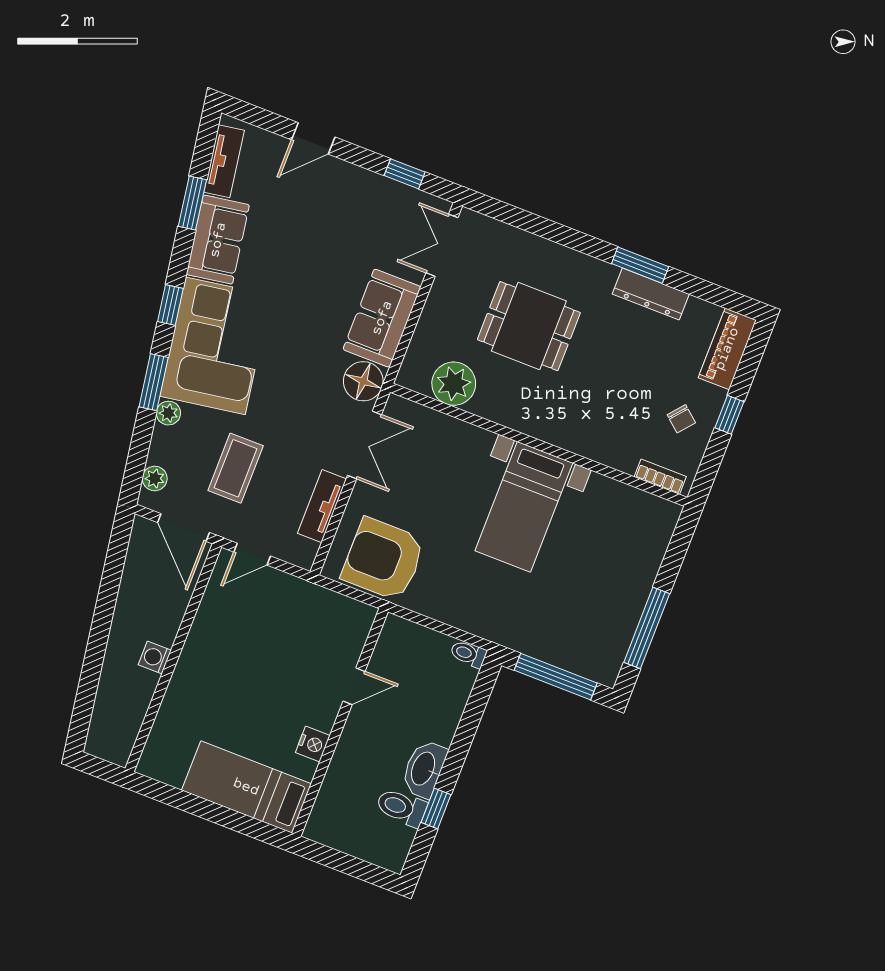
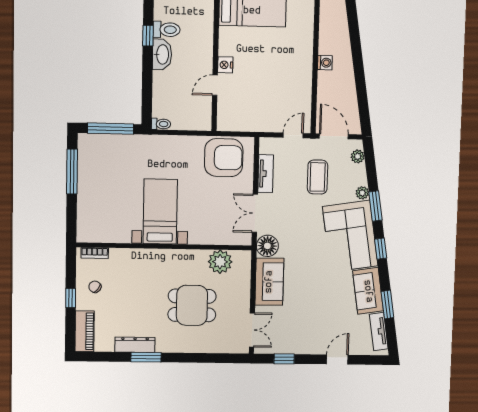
nightstand: (313, 744) -> (225, 65), moved

